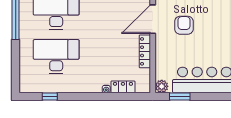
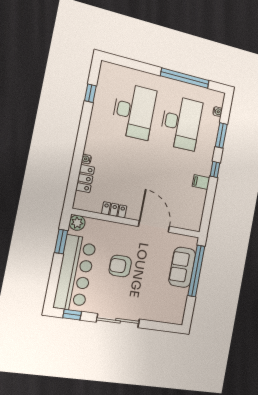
armchair: (184, 25) -> (120, 266), moved, turned 180
locker: (145, 51) -> (114, 210), width x0.66

